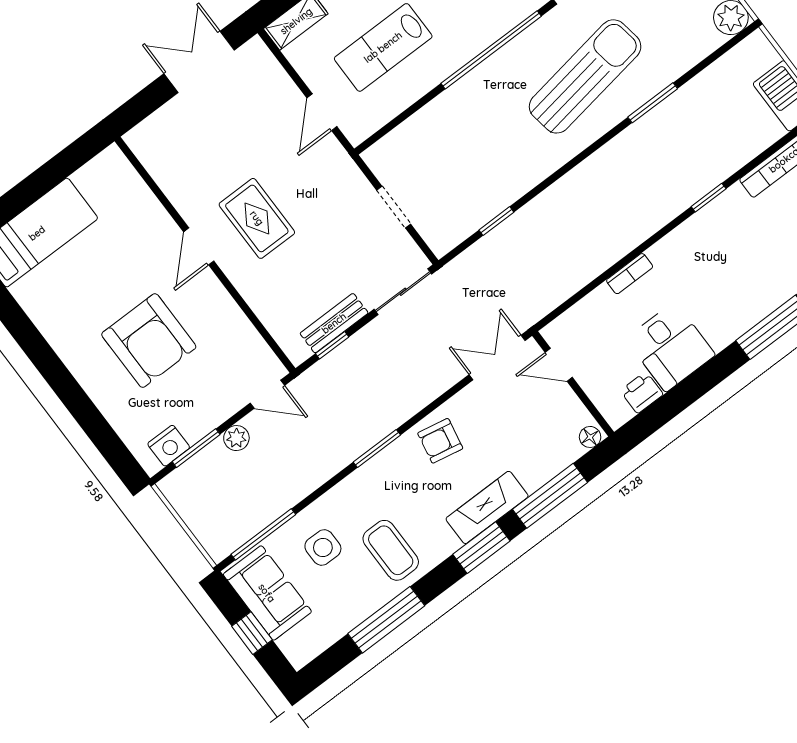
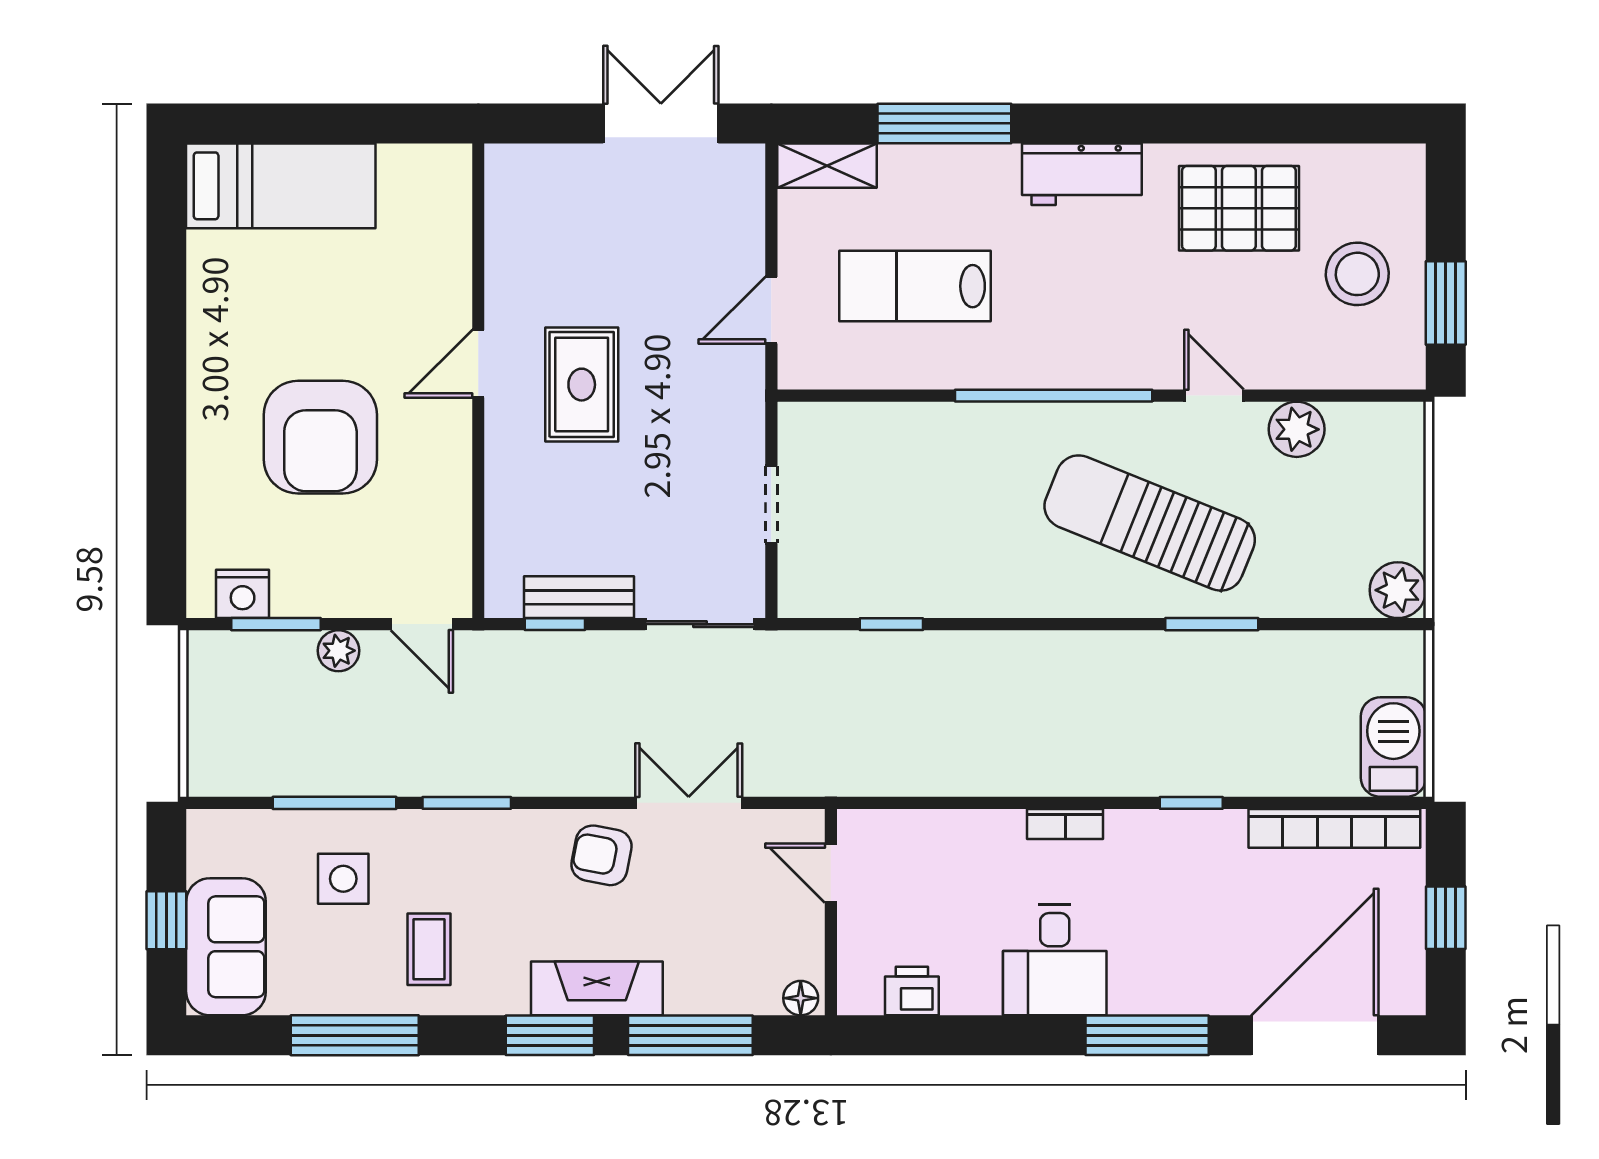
sun lounger: (585, 76) -> (1150, 523), turned -149
bookcase: (630, 274) -> (1065, 824), moved
desk: (670, 347) -> (1055, 960), moved
double door: (497, 358) -> (689, 803), moved
window: (377, 449) -> (467, 803), moved
window: (263, 534) -> (335, 803), moved
coffee table: (391, 550) -> (429, 949), width x0.73, depth x0.77
sofa: (267, 593) -> (226, 947), moved

